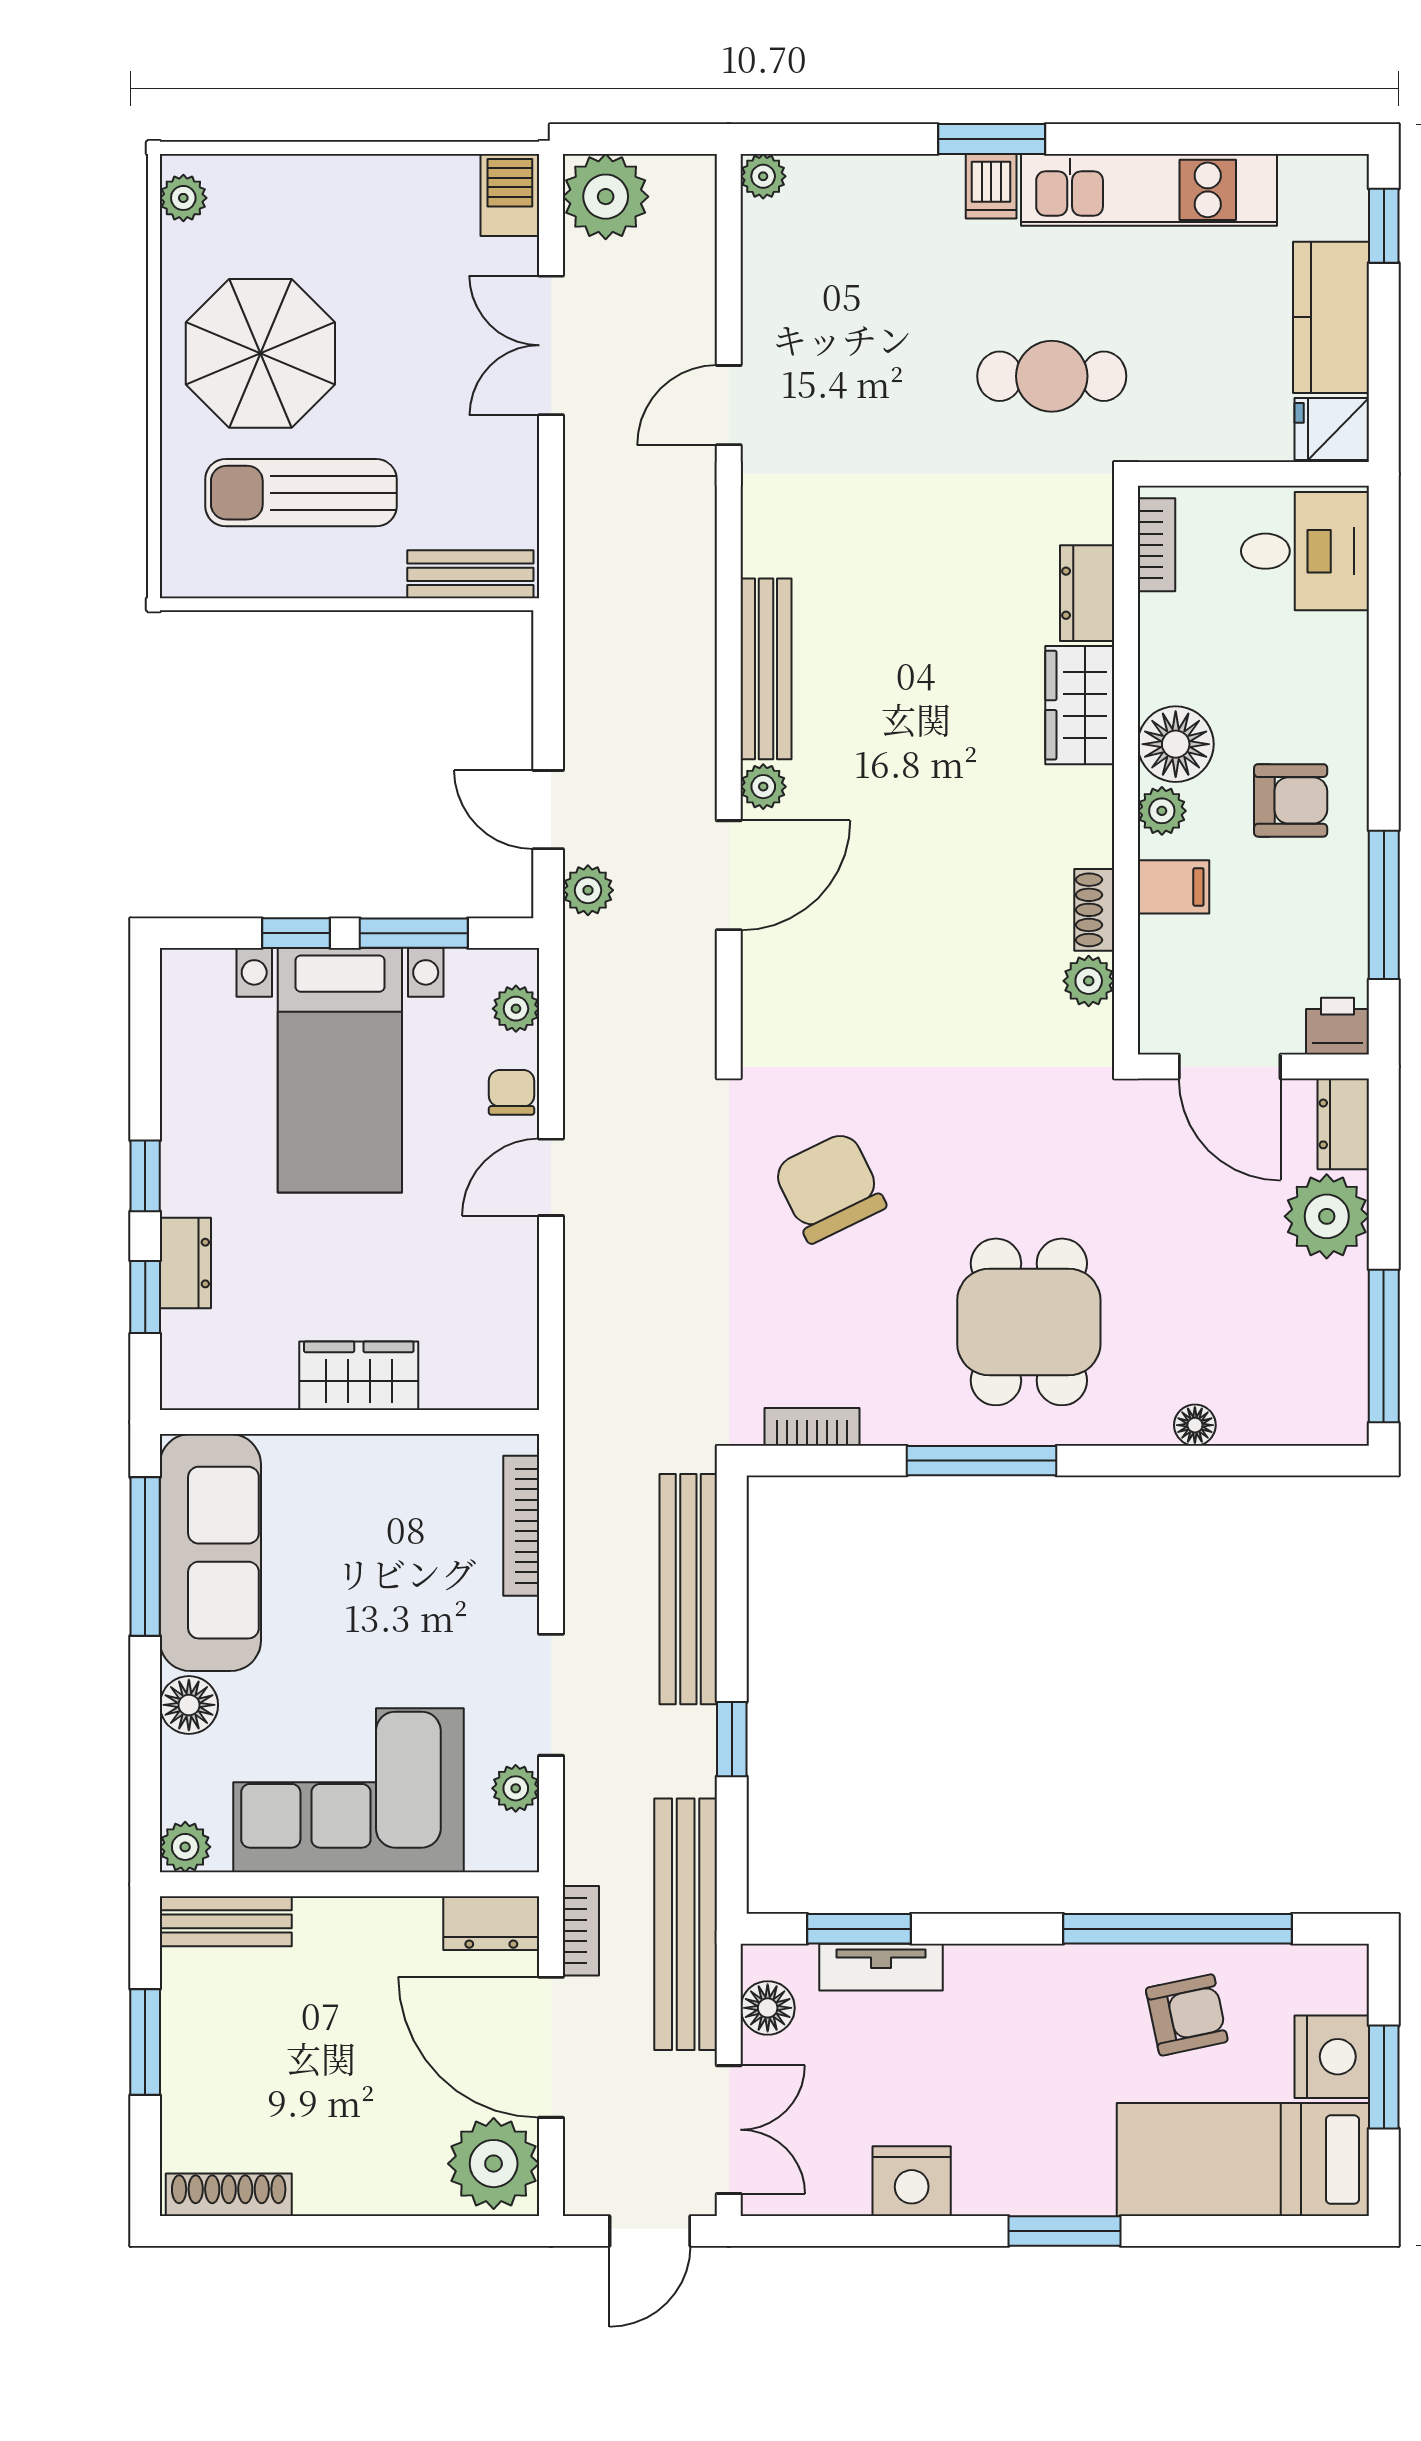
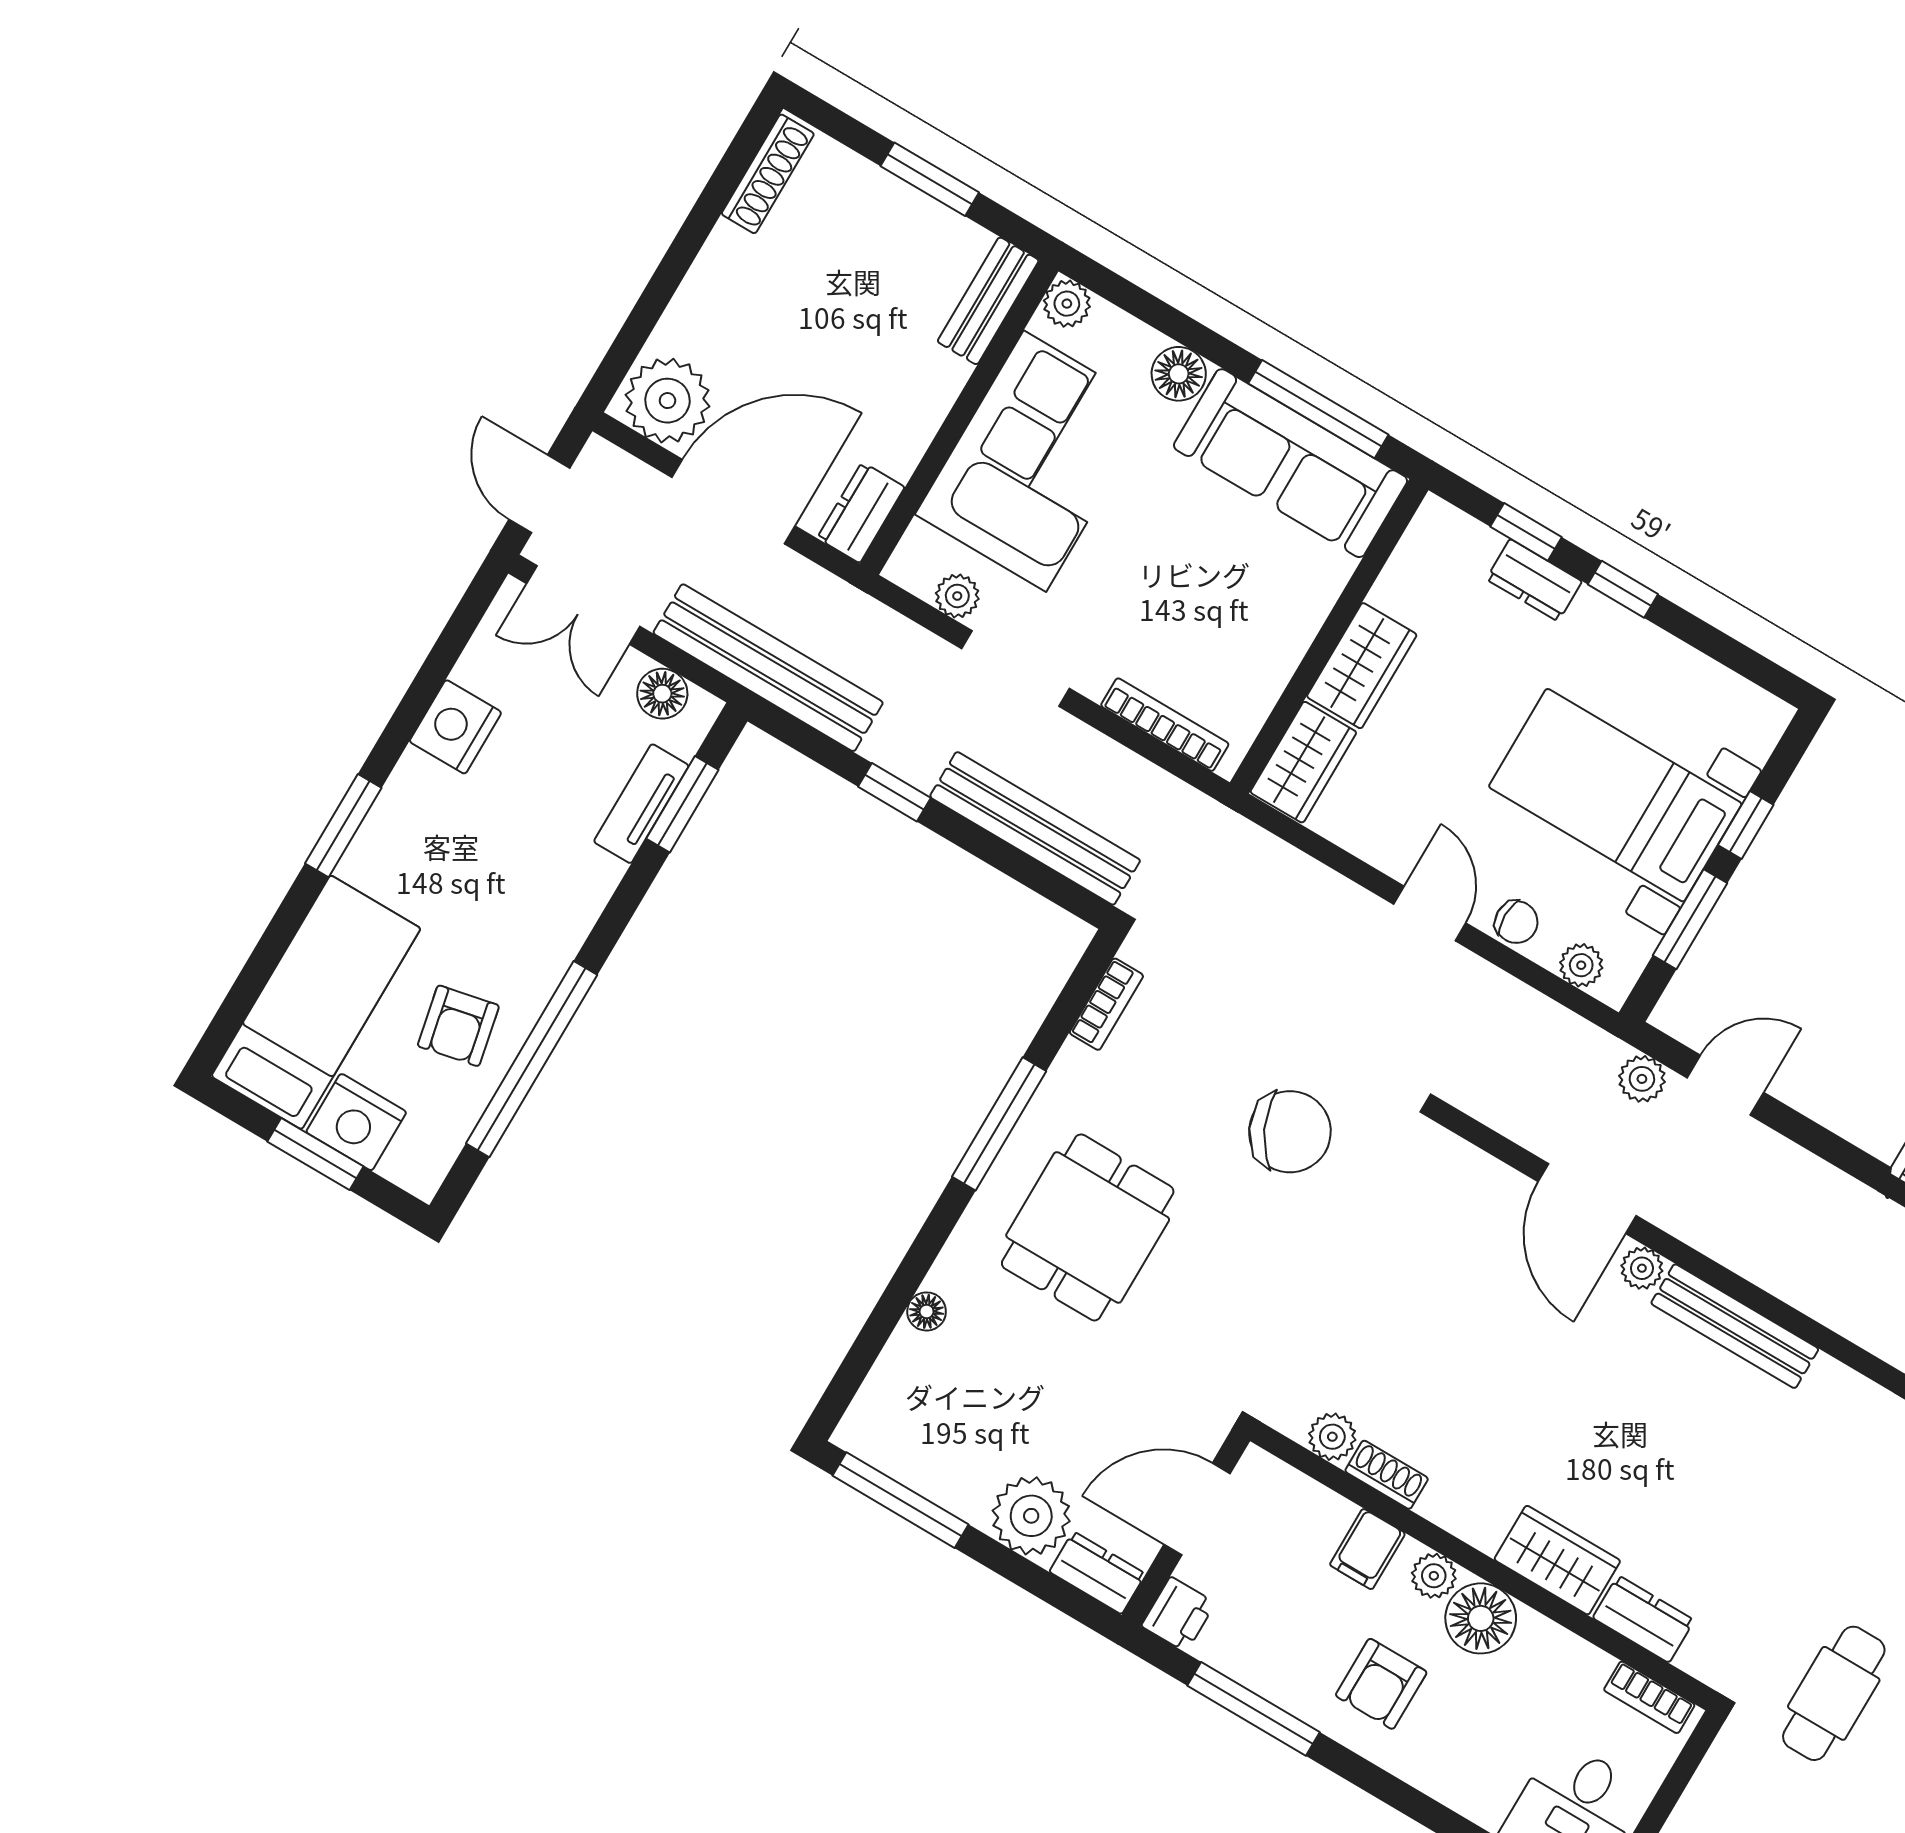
dining table: (1029, 1322) -> (1088, 1227), turned 90
wardrobe: (480, 1377) -> (1303, 762), added
bookcase: (581, 1931) -> (812, 581), removed

